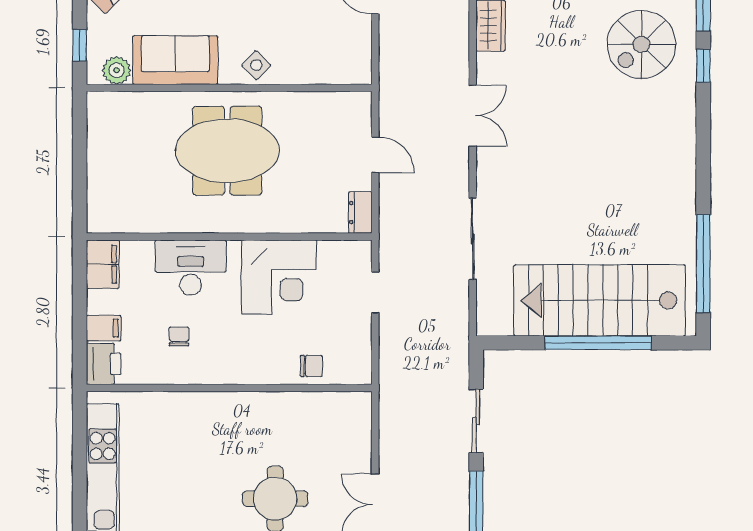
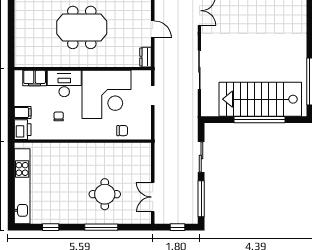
filing cabinet: (103, 264) -> (35, 78), moved, turned 90
corner desk: (279, 277) -> (106, 94), width x1.36, depth x1.36

